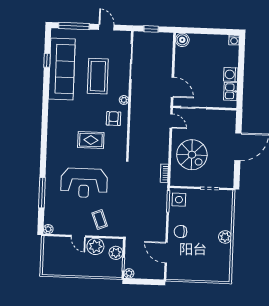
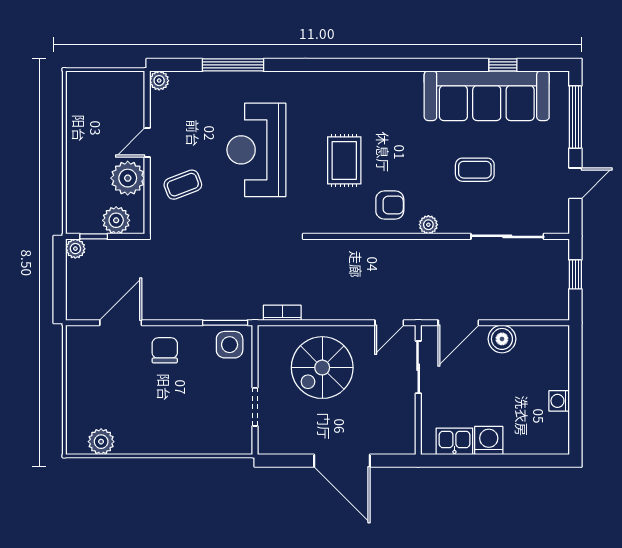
boiler: (182, 40) -> (502, 339), moved
washing machine: (234, 40) -> (559, 401), moved
coffee table: (98, 76) -> (475, 170), width x0.54, depth x0.58
plant: (225, 237) -> (101, 442), moved

